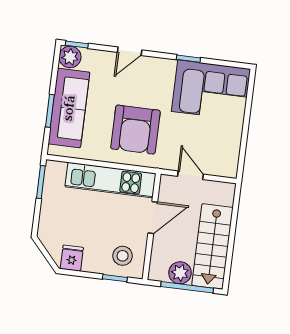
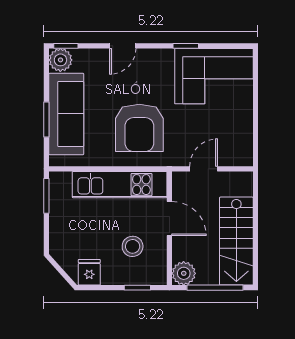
door: (190, 175) -> (204, 169), hinge flipped
door: (153, 218) -> (169, 219), hinge flipped
stool: (123, 256) -> (133, 246), moved
plant: (180, 273) -> (184, 273), moved

